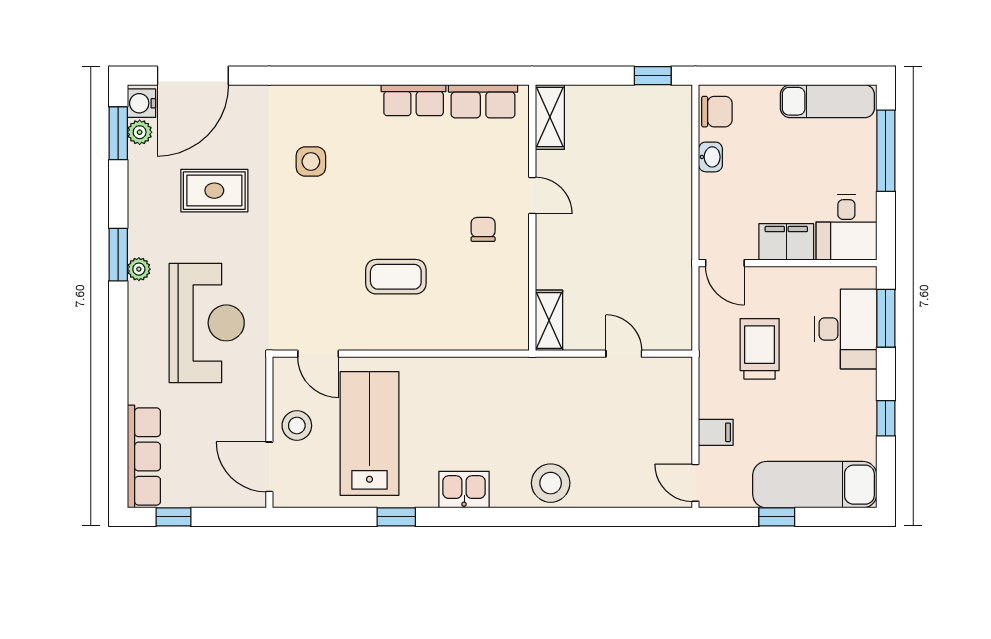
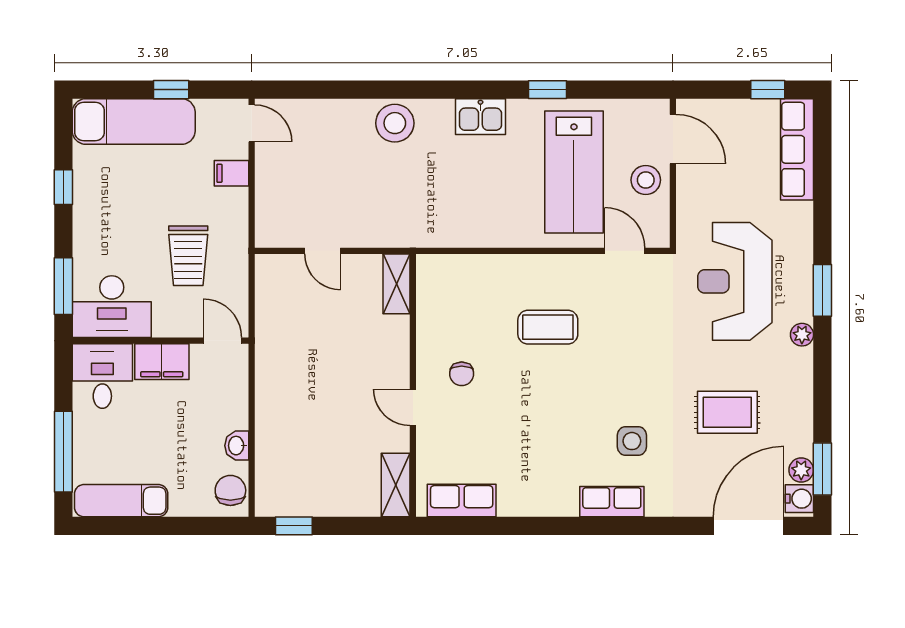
row of seats: (414, 100) -> (612, 502), moved
chair: (717, 112) -> (230, 490), turned 90
window: (118, 255) -> (822, 290), moved
desk: (845, 329) -> (112, 307), moved, turned -90

